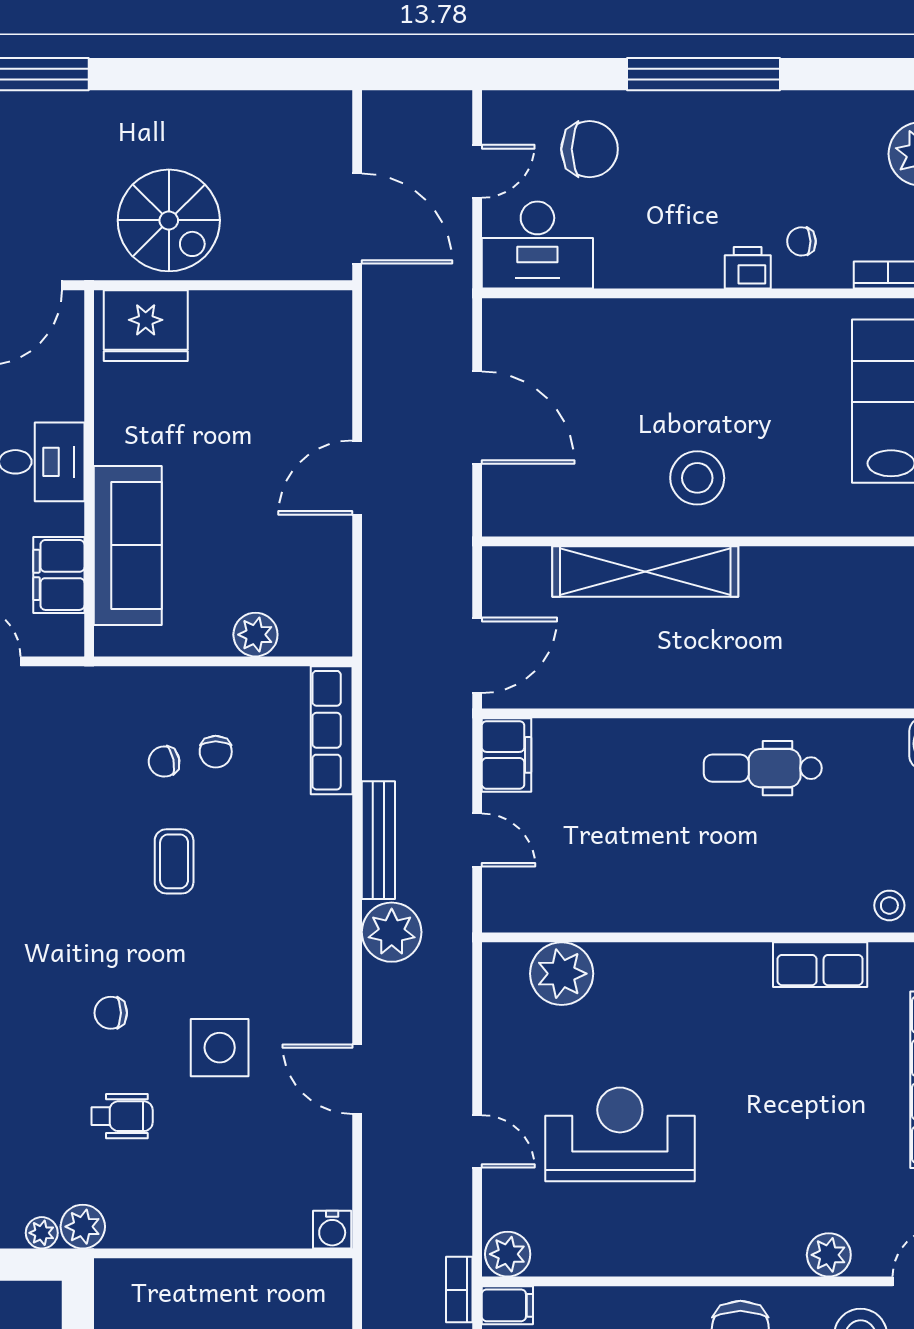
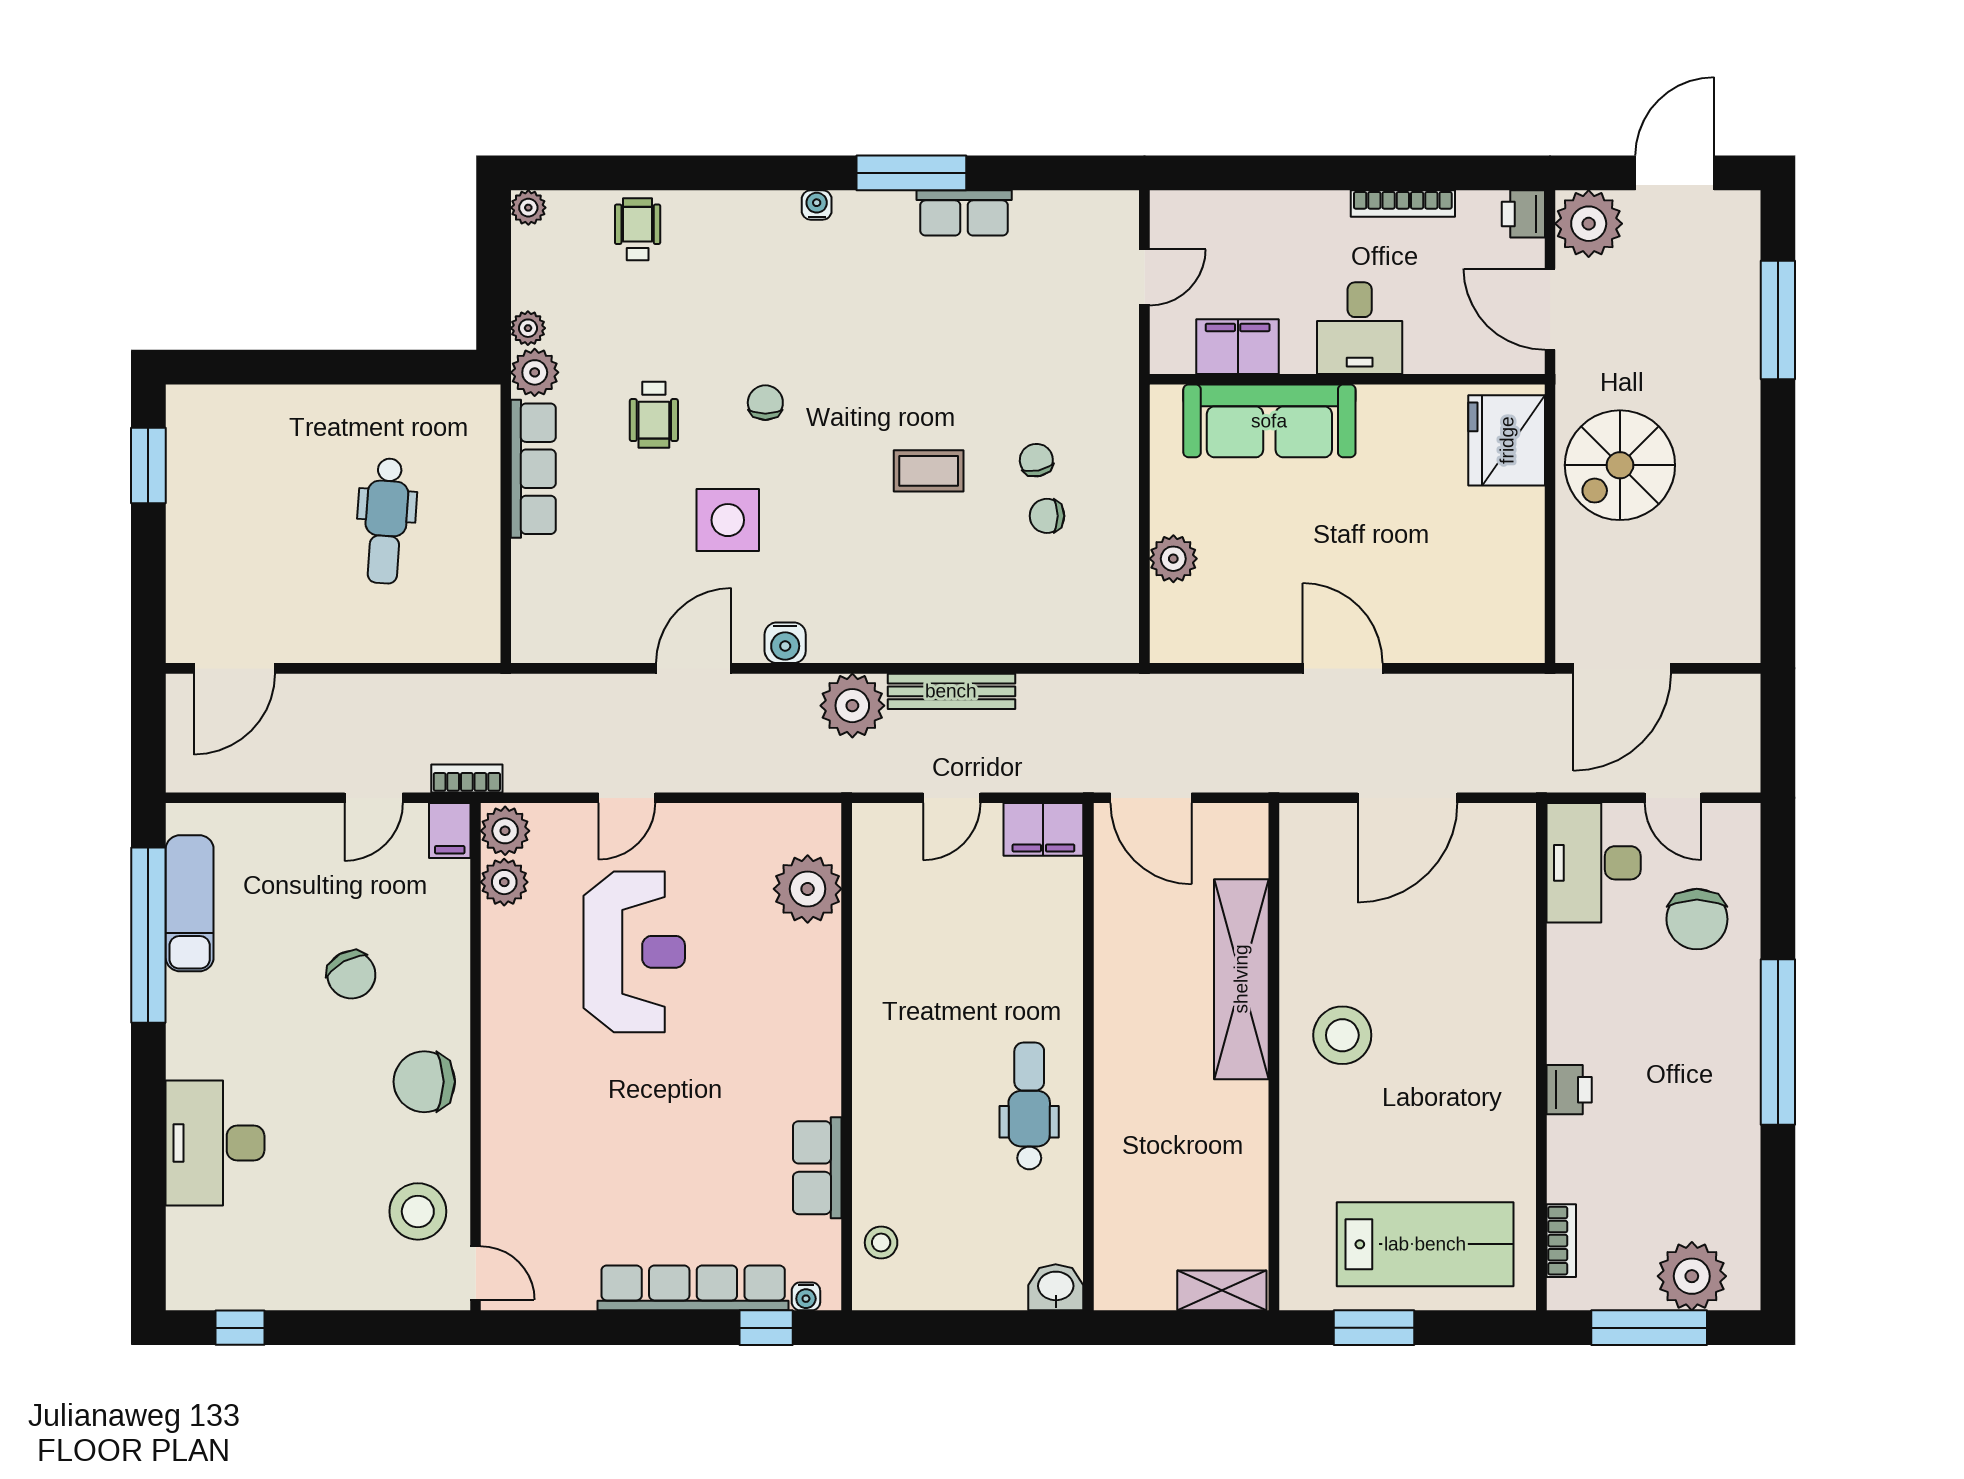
chair: (801, 241) -> (1597, 1148), removed
row of seats: (332, 730) -> (533, 469), moved, turned 90
water cooler: (332, 1230) -> (785, 643), moved, turned -90
plant: (829, 1255) -> (504, 882), moved

